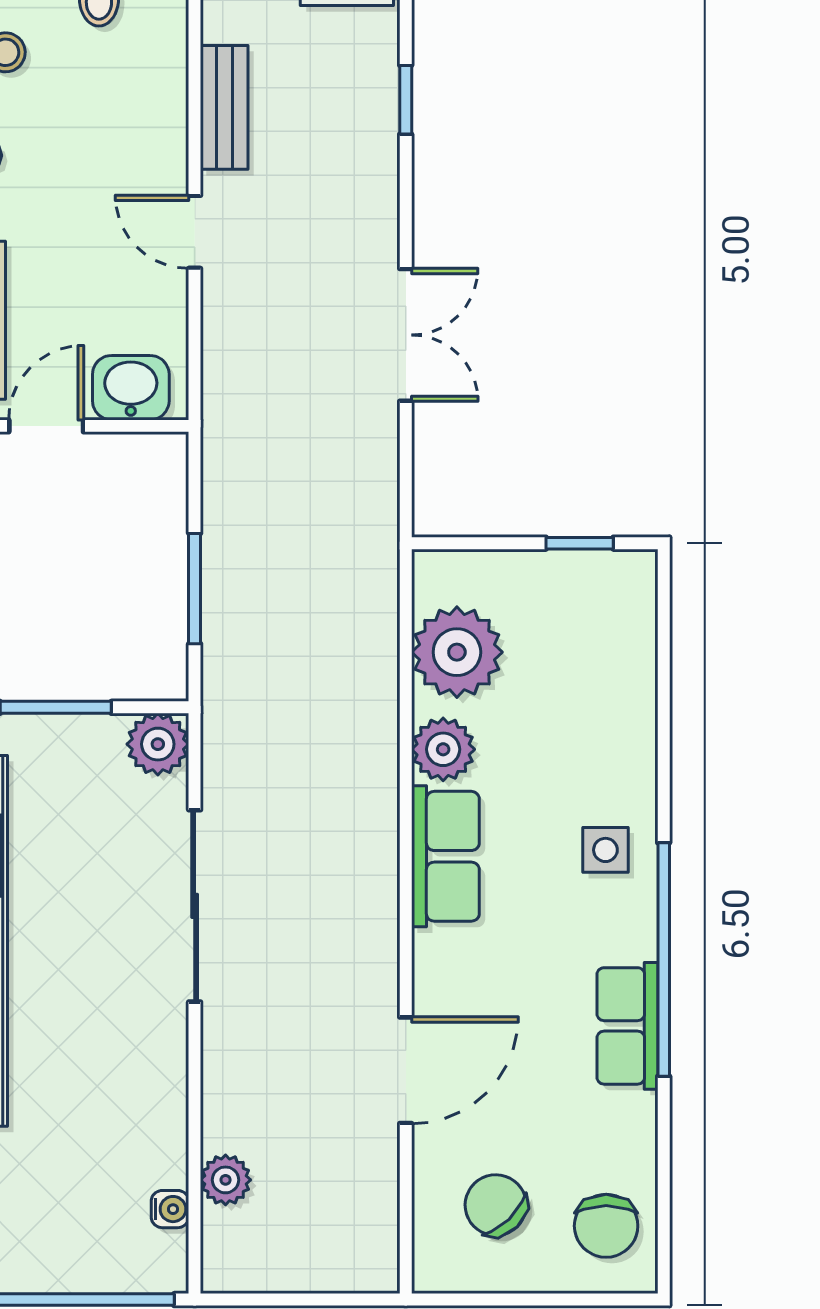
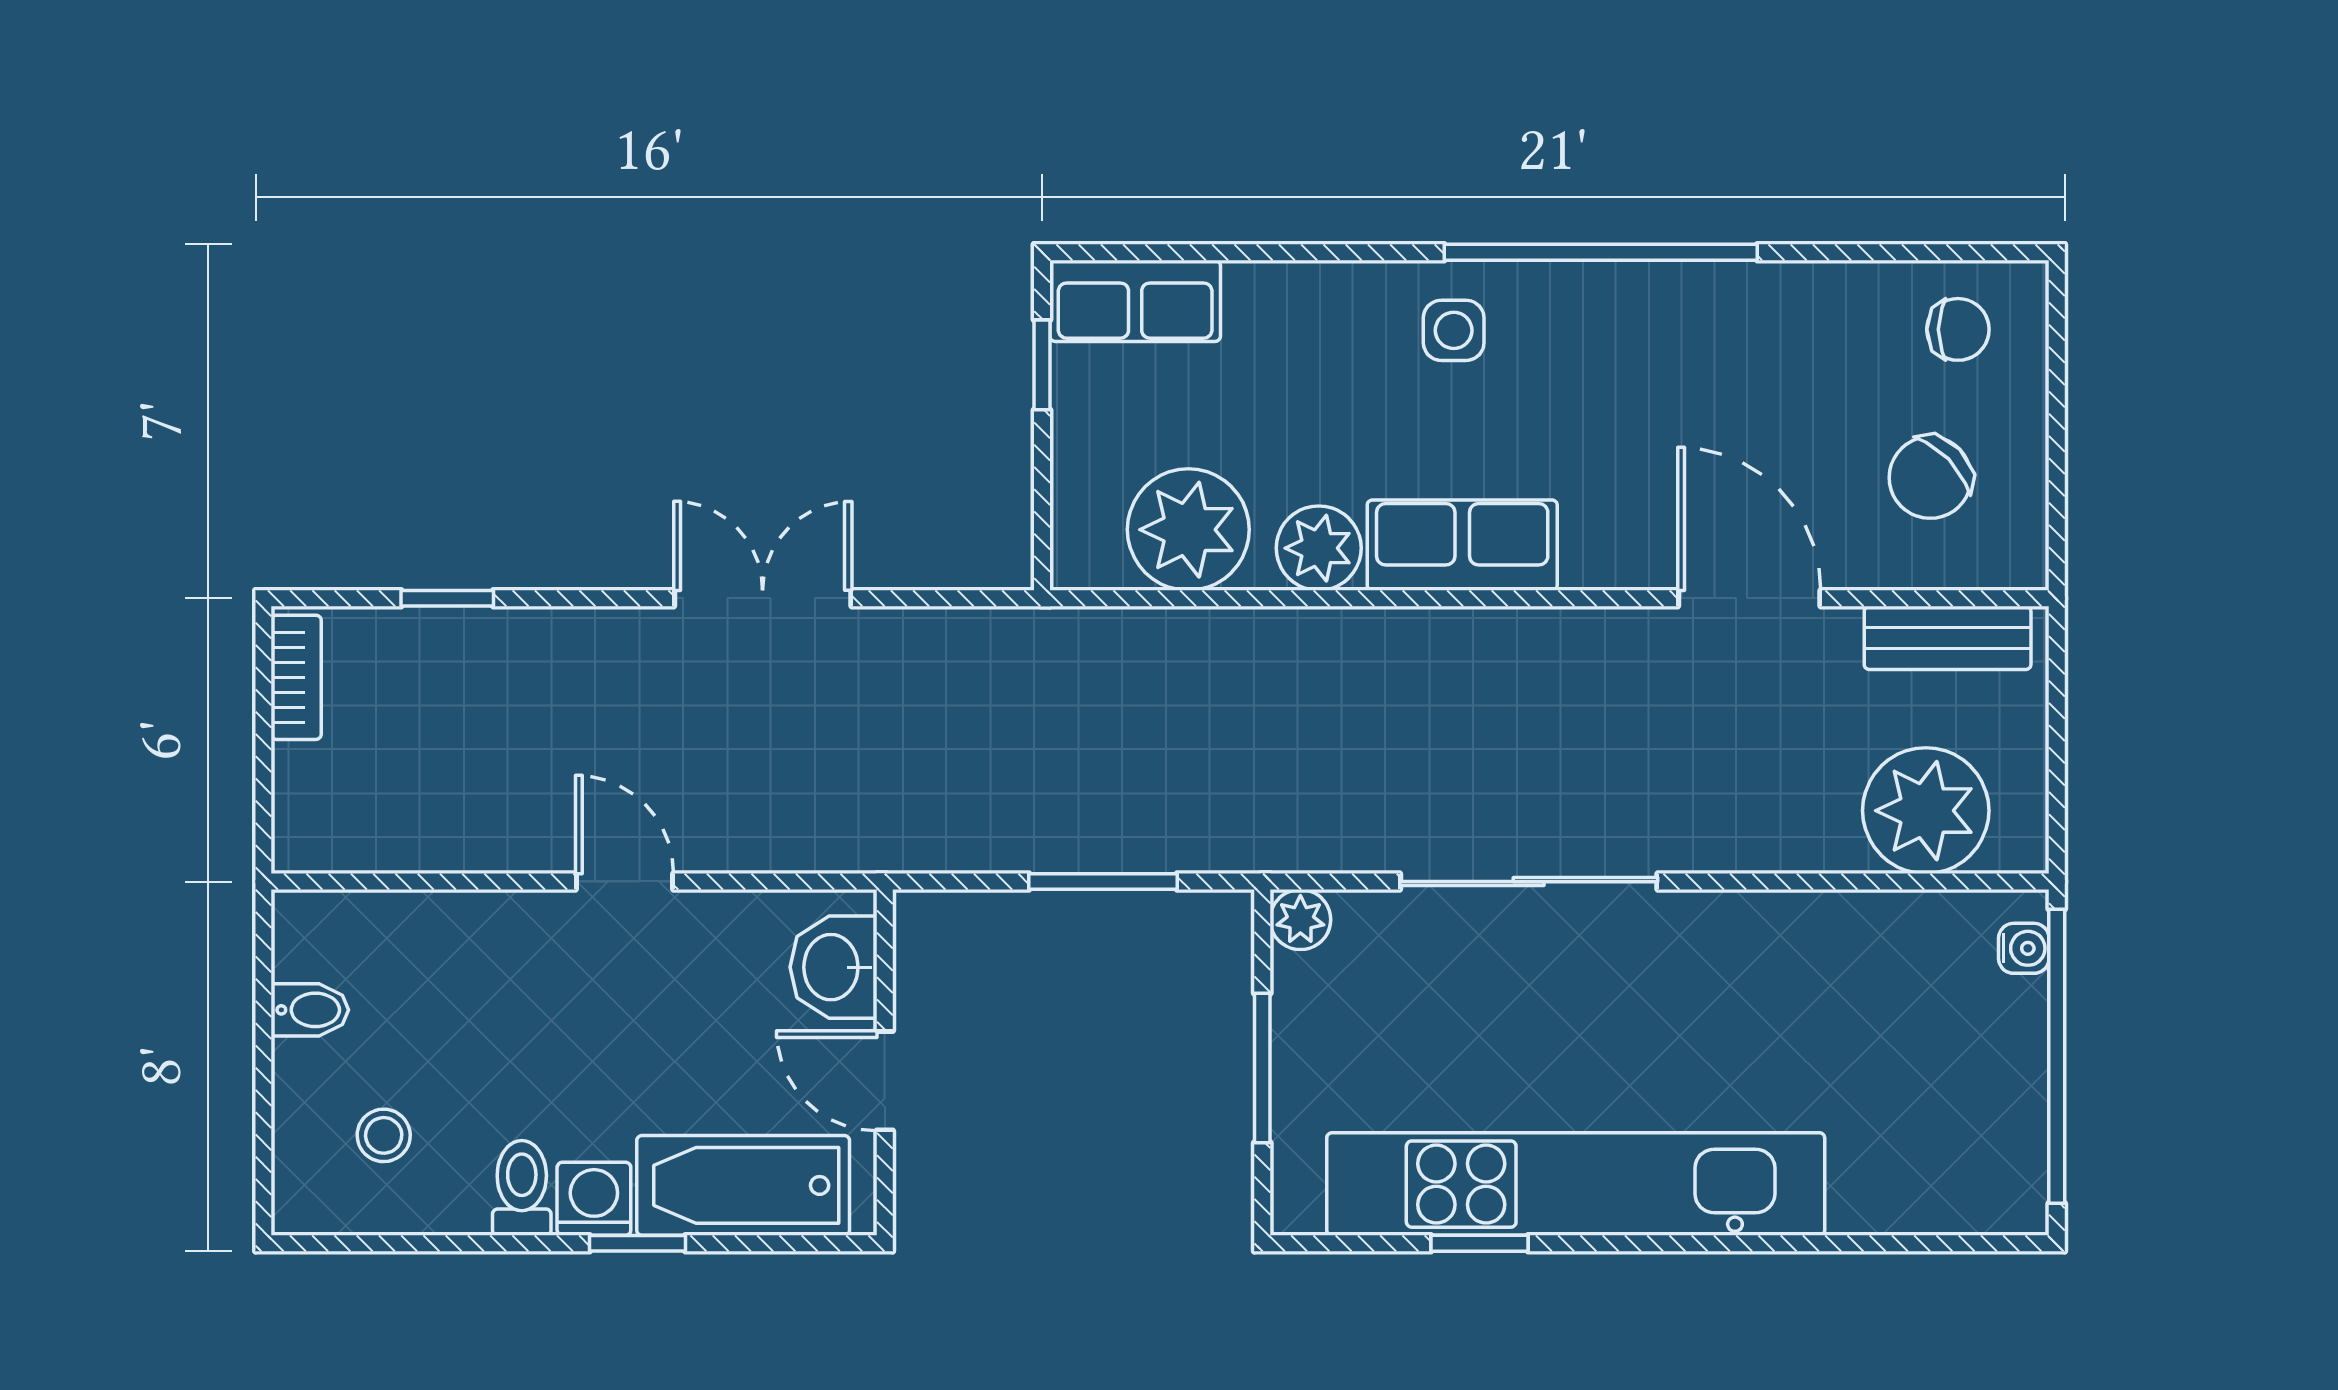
bench: (224, 107) -> (1948, 638), moved
door: (195, 232) -> (625, 882), swing flipped
plant: (158, 744) -> (1300, 920), width x0.73, depth x0.73
row of seats: (627, 1026) -> (1135, 301), moved
plant: (226, 1180) -> (1926, 811), width x1.87, depth x1.87
water cooler: (170, 1209) -> (2024, 948), moved, turned 90
chair: (606, 1226) -> (1958, 329), width x0.73, depth x0.73

